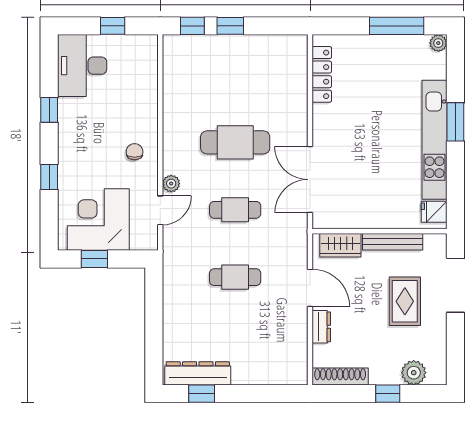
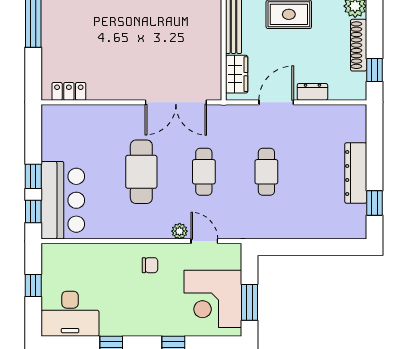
bar counter: (204, 58) -> (63, 200), added
locker: (322, 74) -> (69, 91), width x0.66
chair: (135, 152) -> (150, 265), turned 180
window: (94, 259) -> (249, 302), width x1.50
dresser: (198, 373) -> (356, 173), moved
shoe rack: (340, 376) -> (359, 45), moved
window: (388, 394) -> (374, 70), moved

